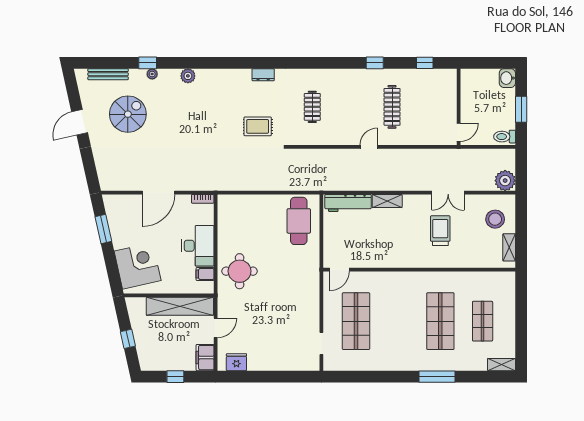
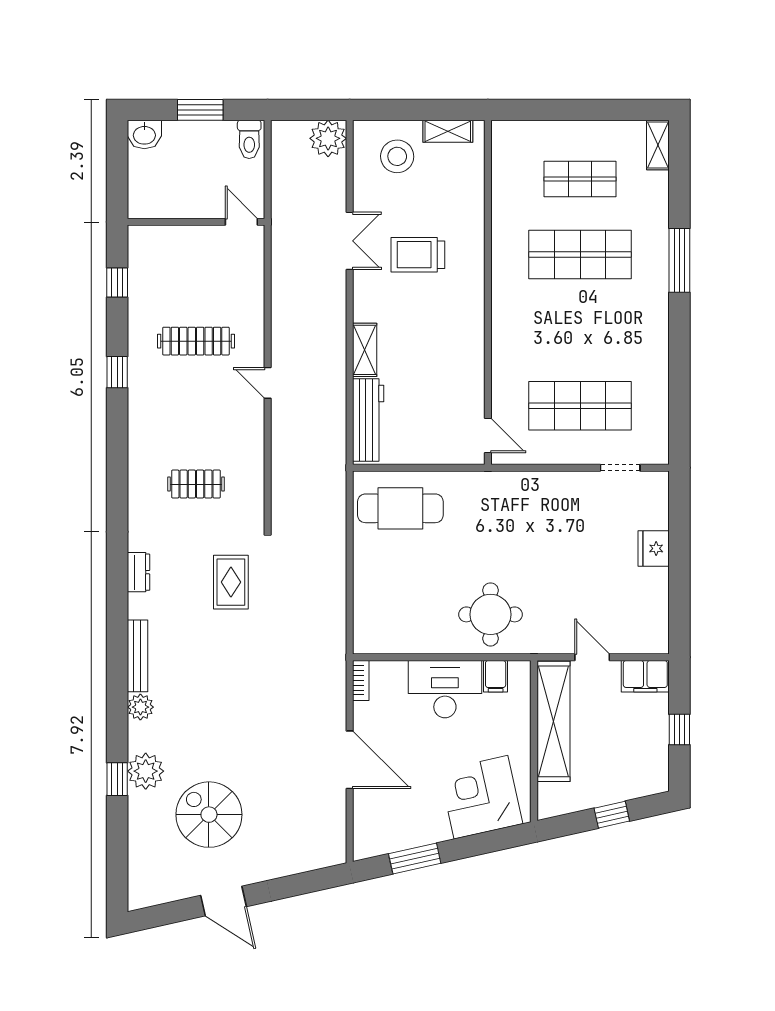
bench: (108, 74) -> (137, 656), moved
plant: (152, 74) -> (146, 771), width x1.88, depth x1.88
fridge: (236, 362) -> (654, 548), moved

